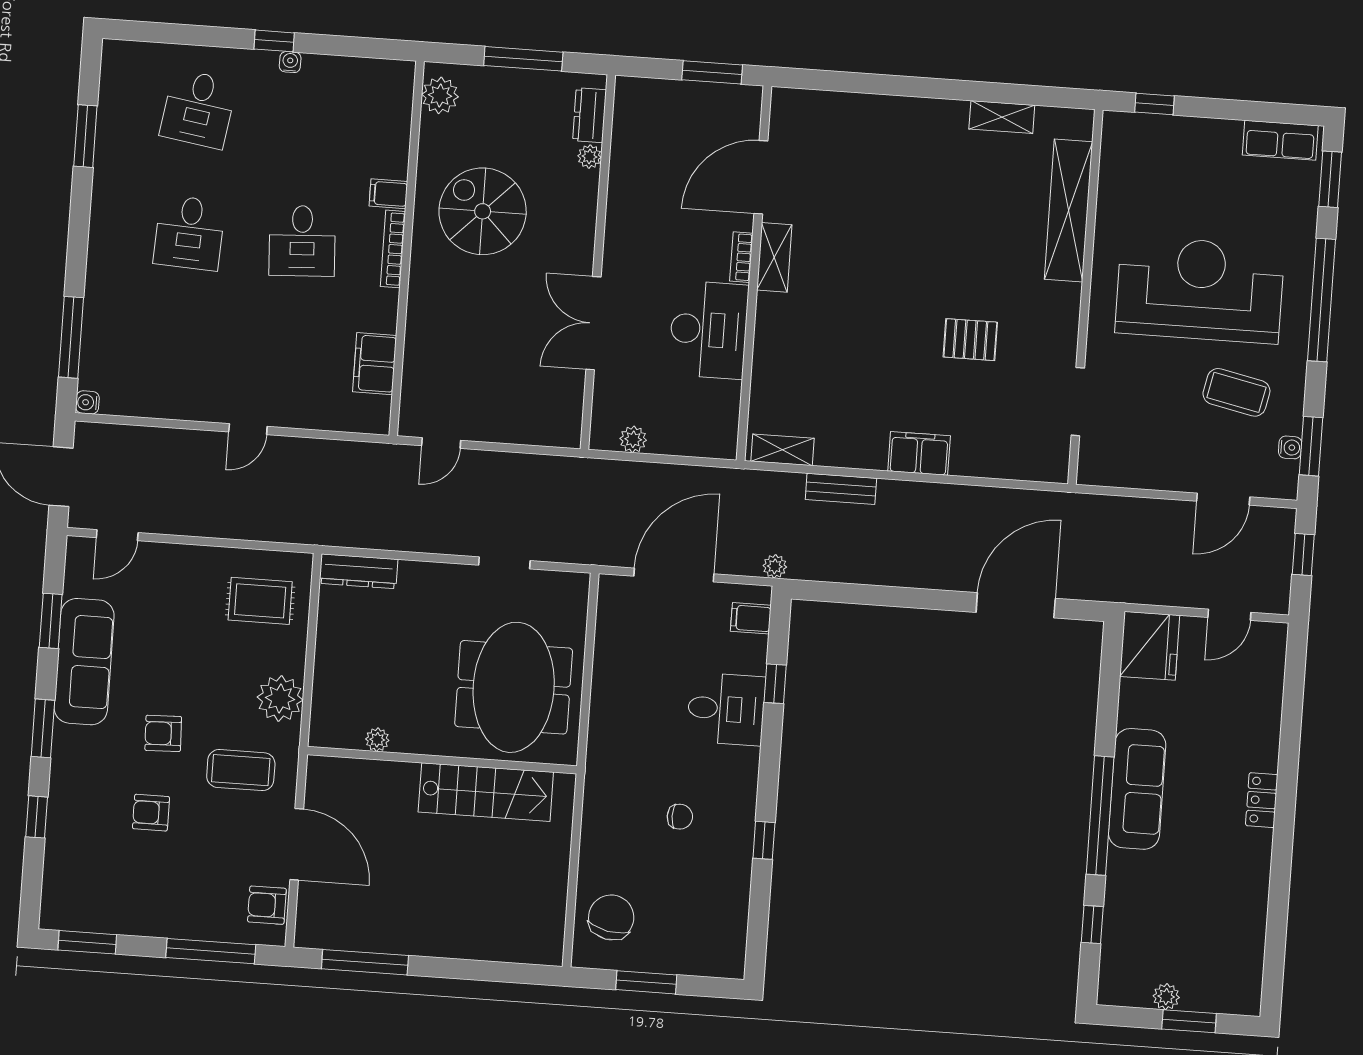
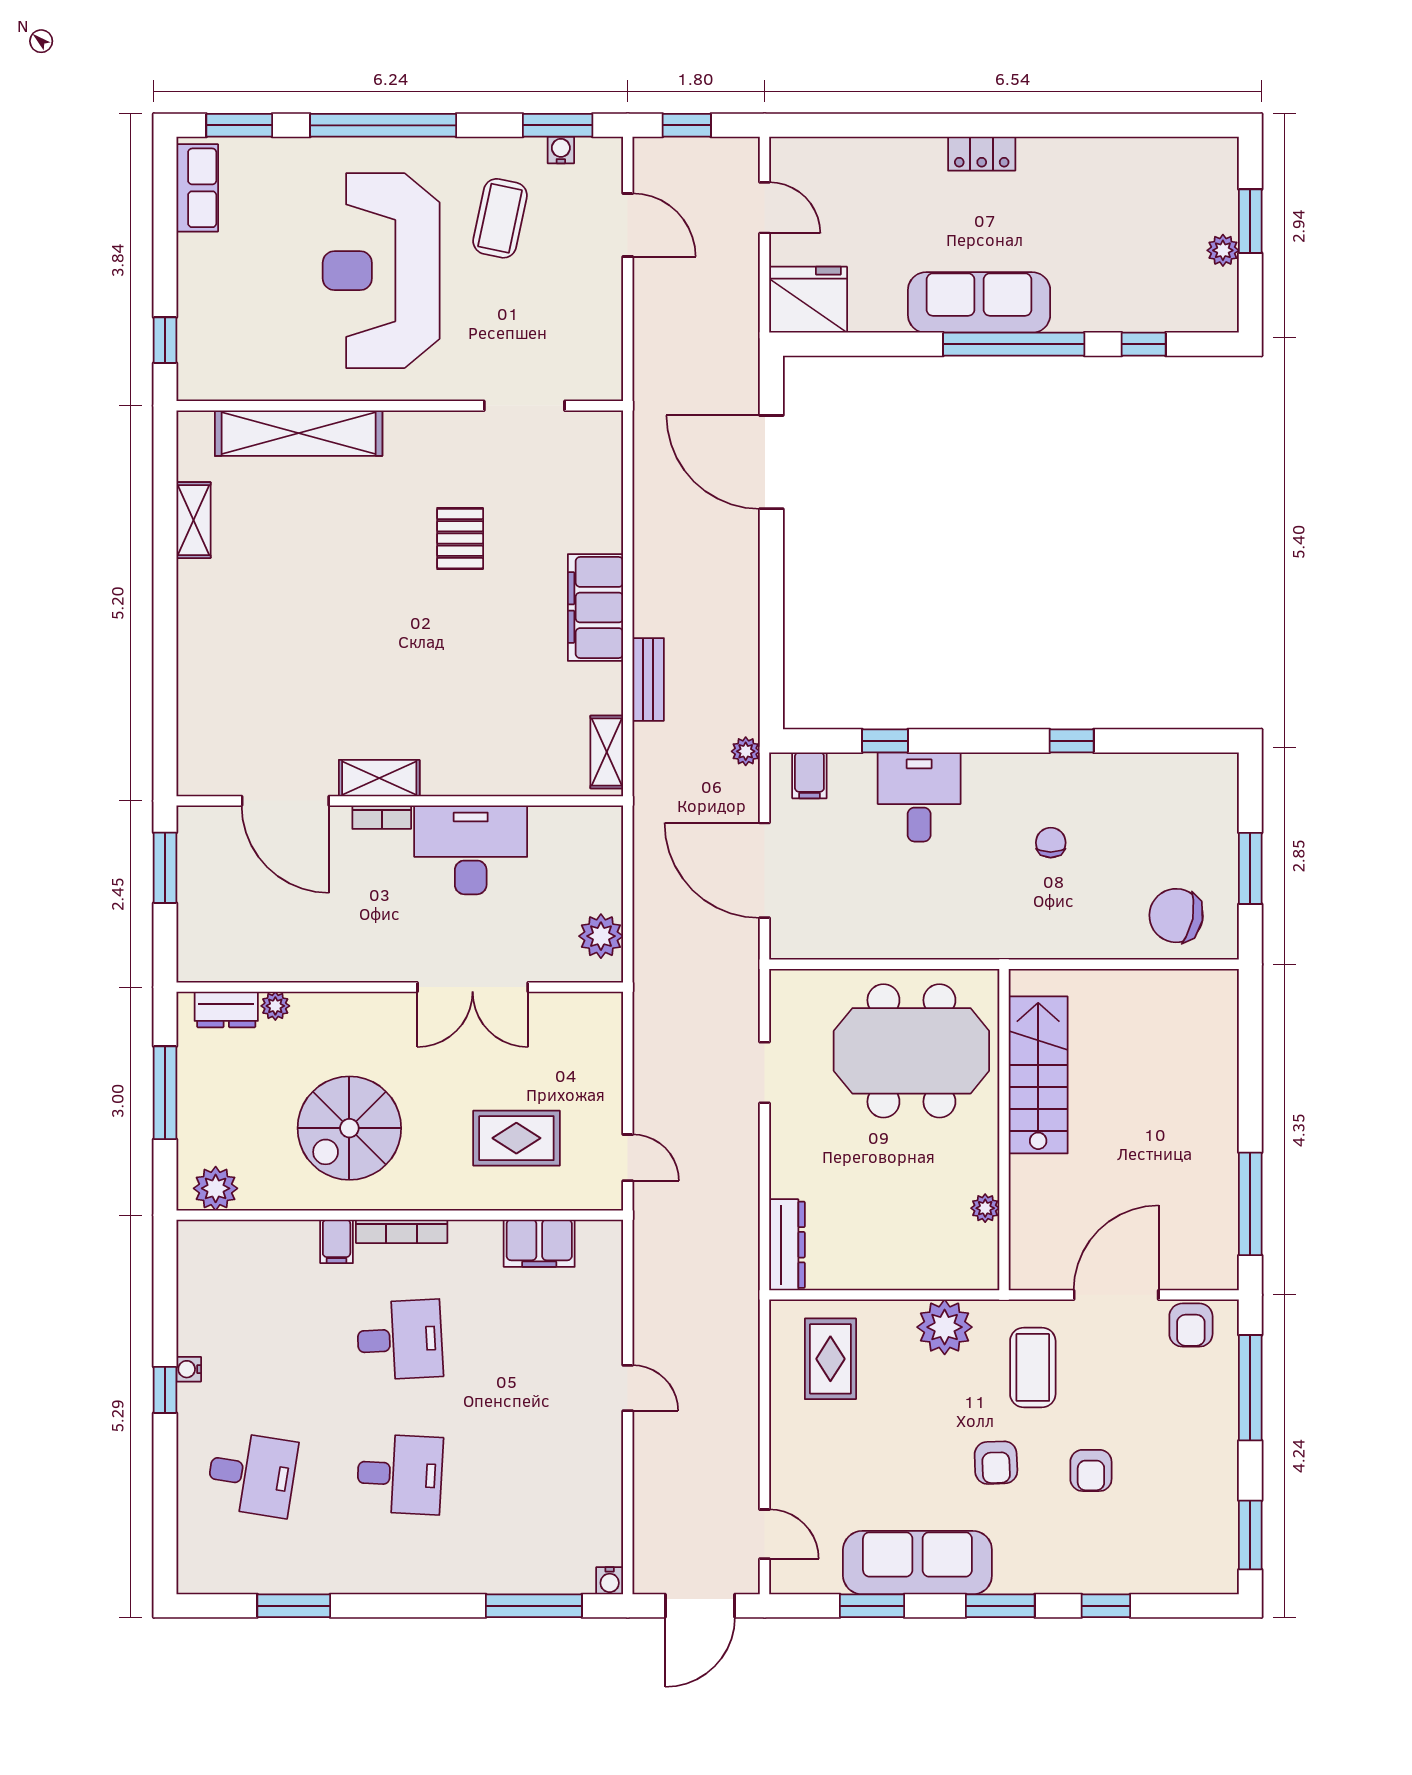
rug: (464, 351) -> (516, 1138), added
plant: (633, 439) -> (601, 936), width x1.38, depth x1.38
filing cabinet: (919, 453) -> (596, 608), width x1.50, depth x1.17

